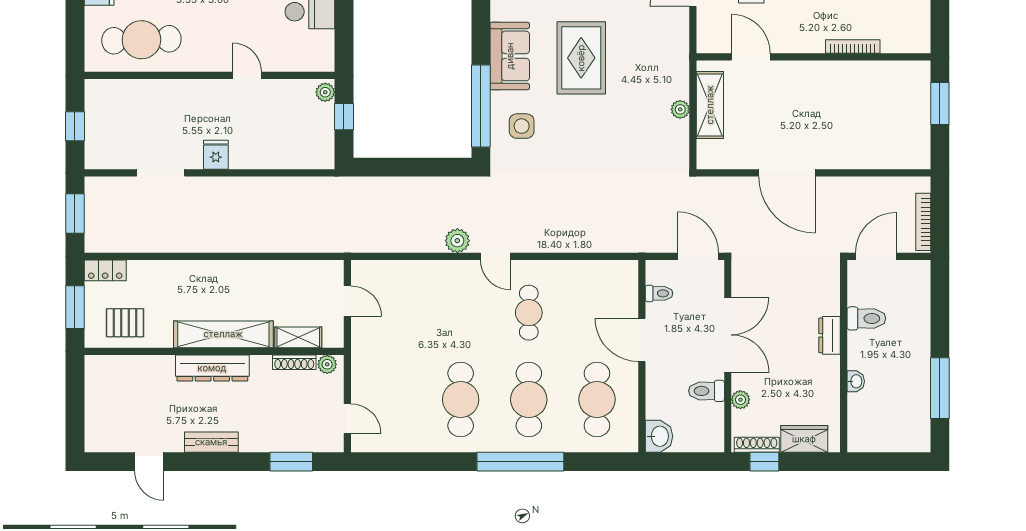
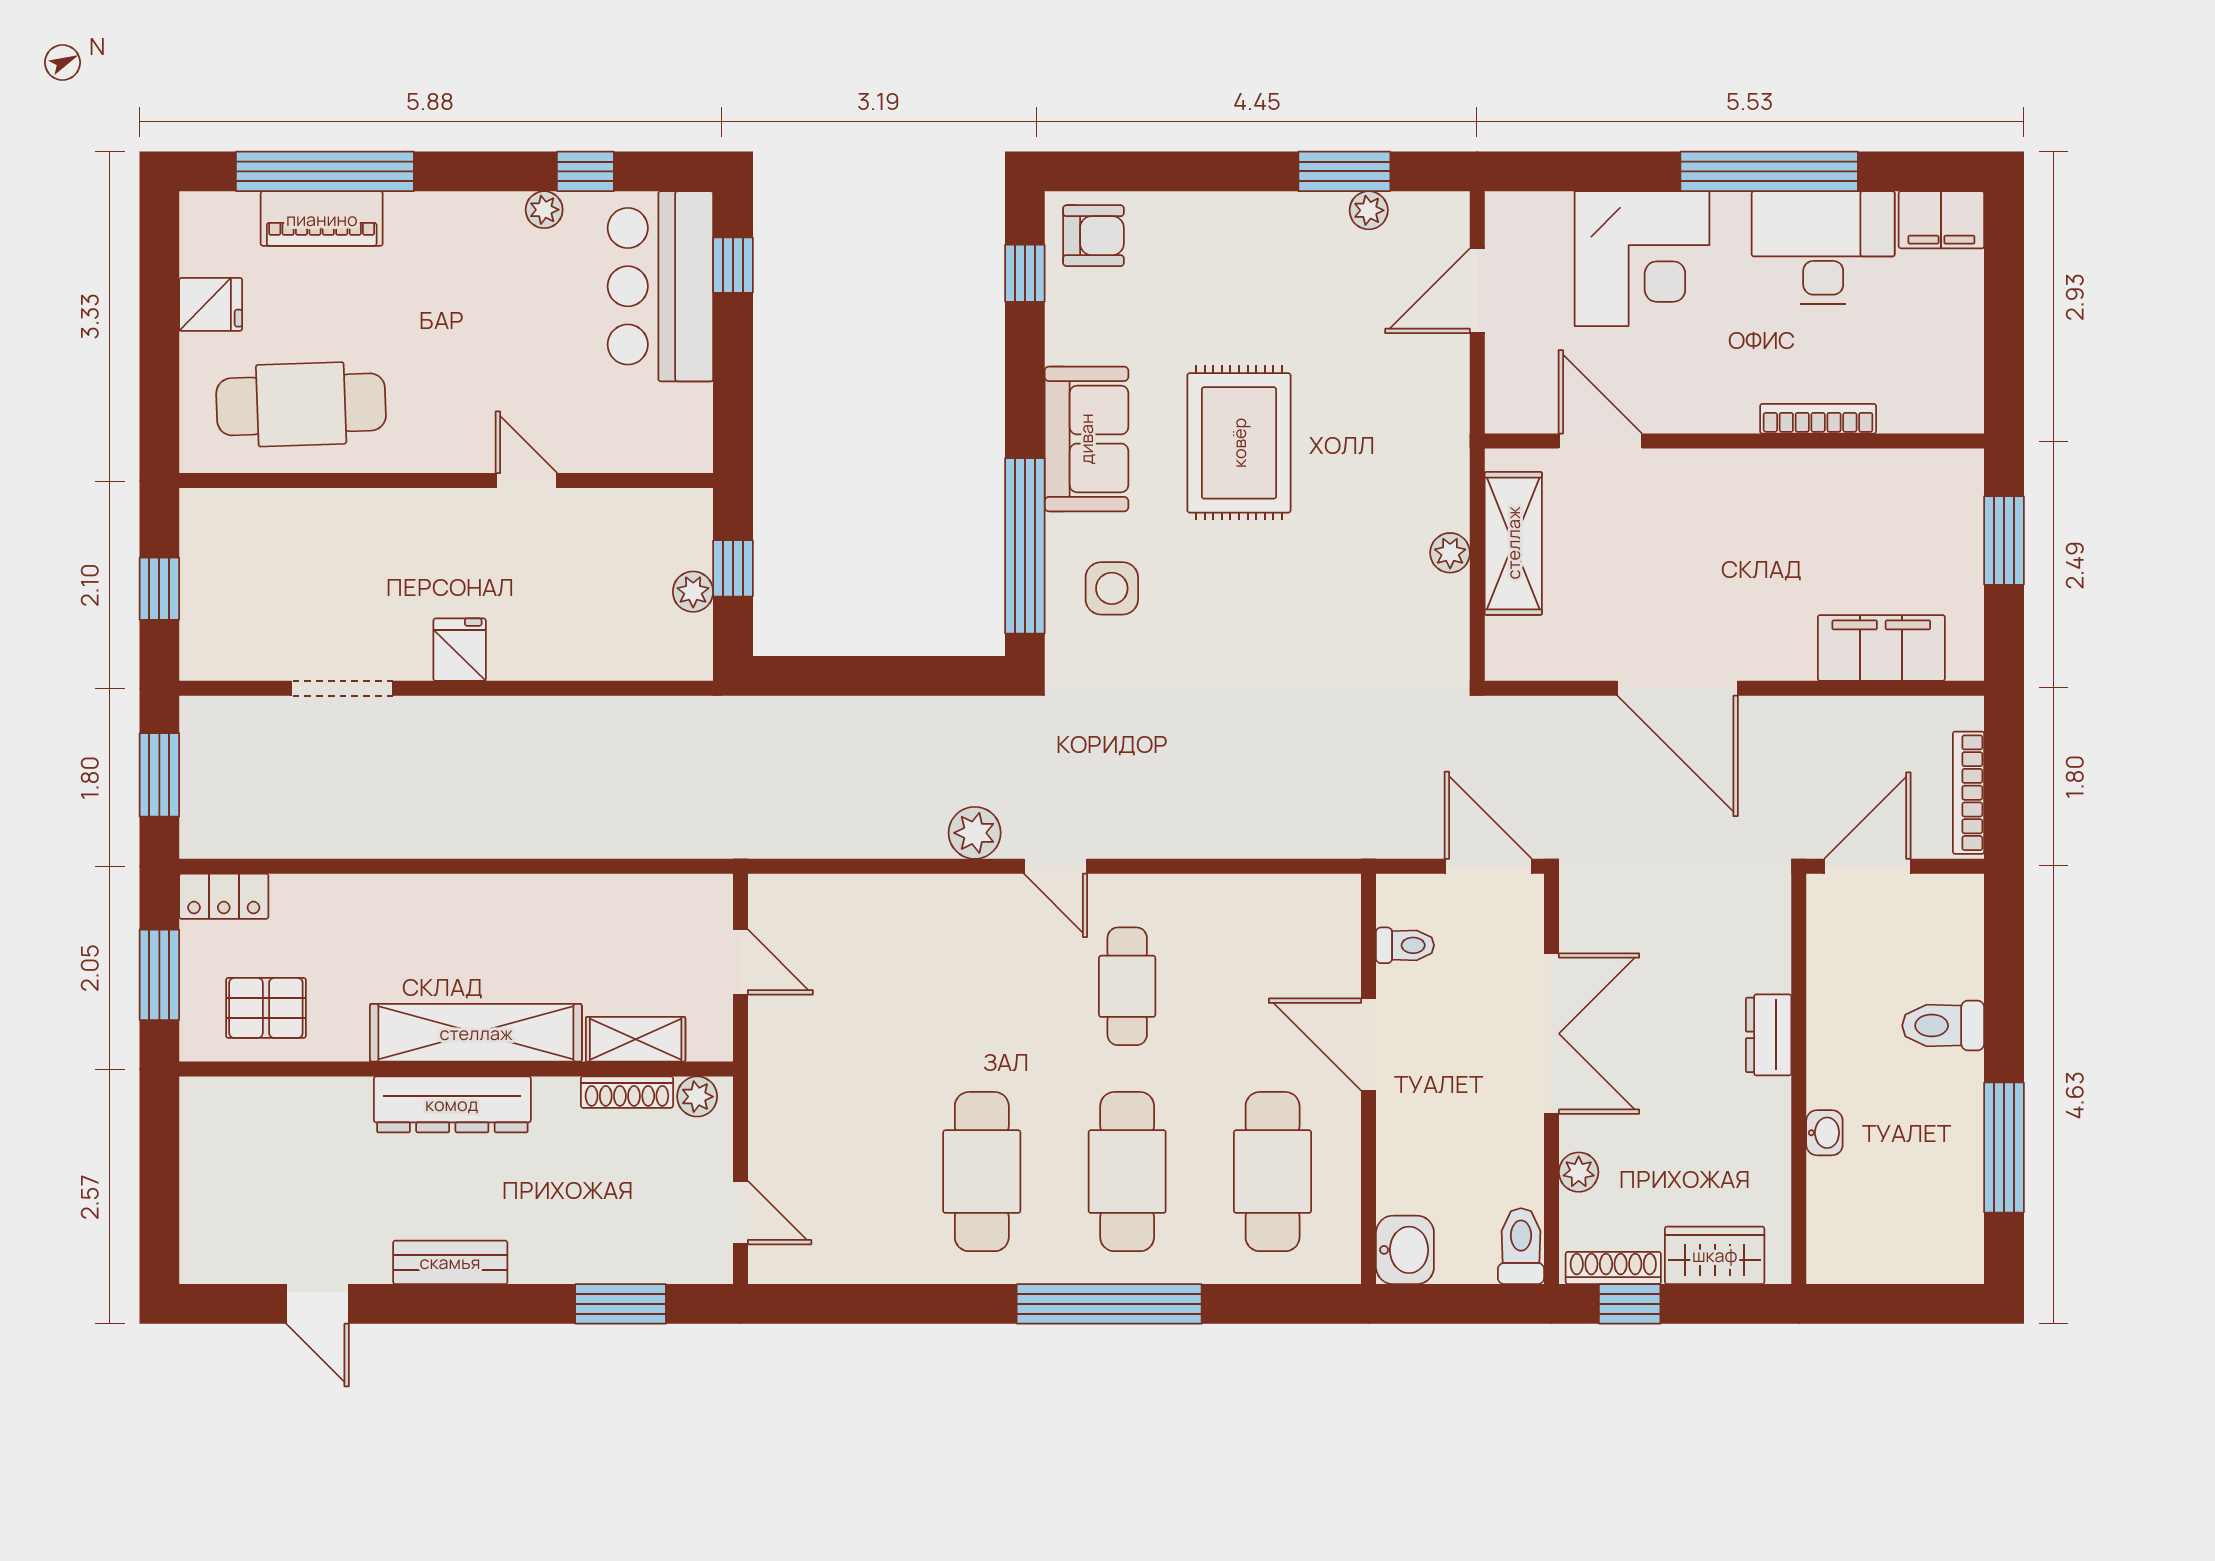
plant: (325, 92) -> (693, 592), moved
filing cabinet: (882, 154) -> (1881, 648), added
toilet: (866, 318) -> (1943, 1026), moved, turned 180
toilet: (706, 391) -> (1521, 1246), moved, turned 90

